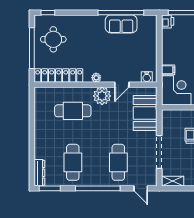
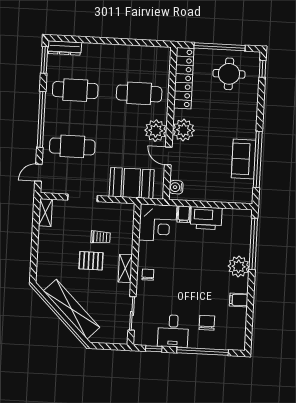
printer: (168, 21) -> (206, 218), moved, width x1.87, depth x1.48
plant: (96, 78) -> (183, 130), width x1.87, depth x1.87
cafe table: (73, 111) -> (139, 93), turned 90
doorway: (159, 152) -> (82, 198), width x0.73

